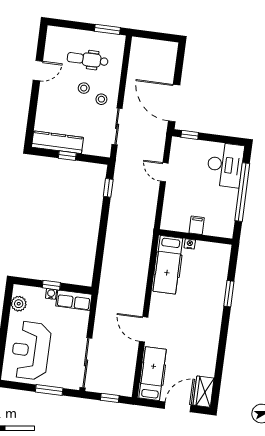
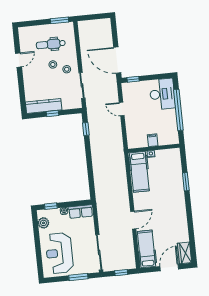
window: (51, 285) -> (51, 206), moved
door: (144, 329) -> (133, 220), swing flipped

